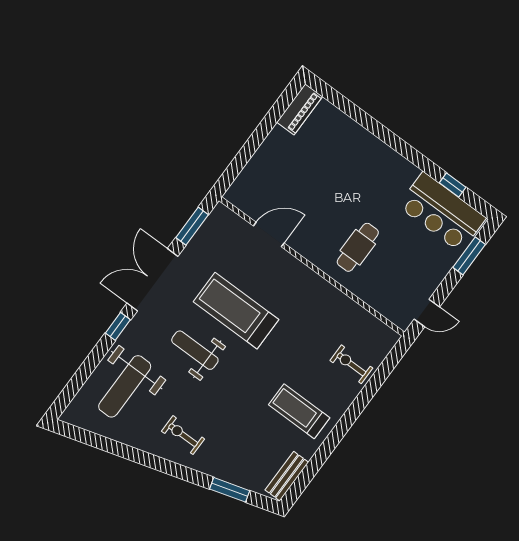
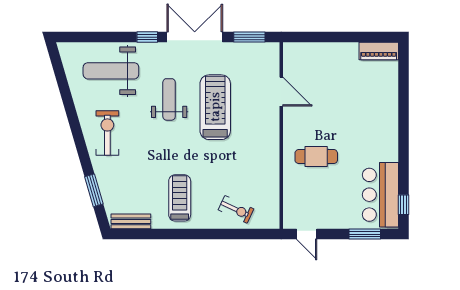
window: (453, 185) -> (404, 205), moved
exercise bike: (351, 364) -> (236, 209), turned 115
exercise bike: (183, 435) -> (107, 133), width x1.38, depth x1.39

